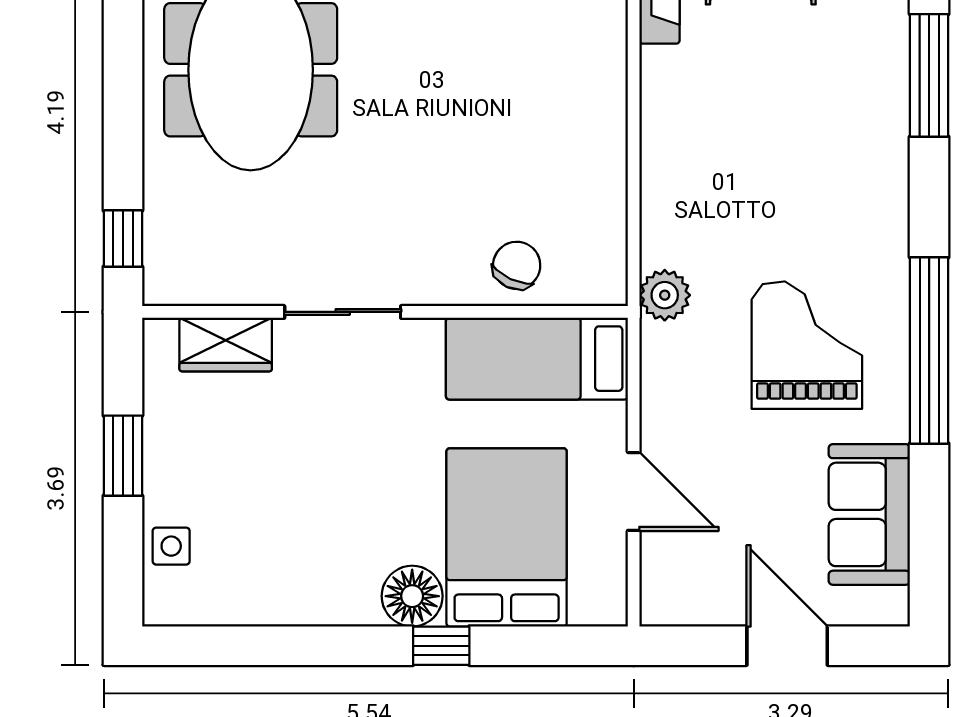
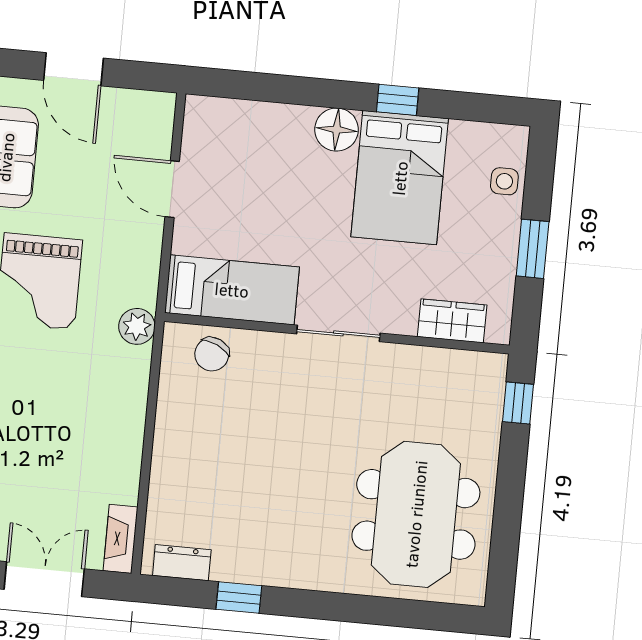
chair: (517, 265) -> (212, 354), moved
sliding door: (343, 312) -> (338, 333), moved
bed: (507, 537) -> (400, 178), moved
window: (441, 646) -> (398, 100), moved

